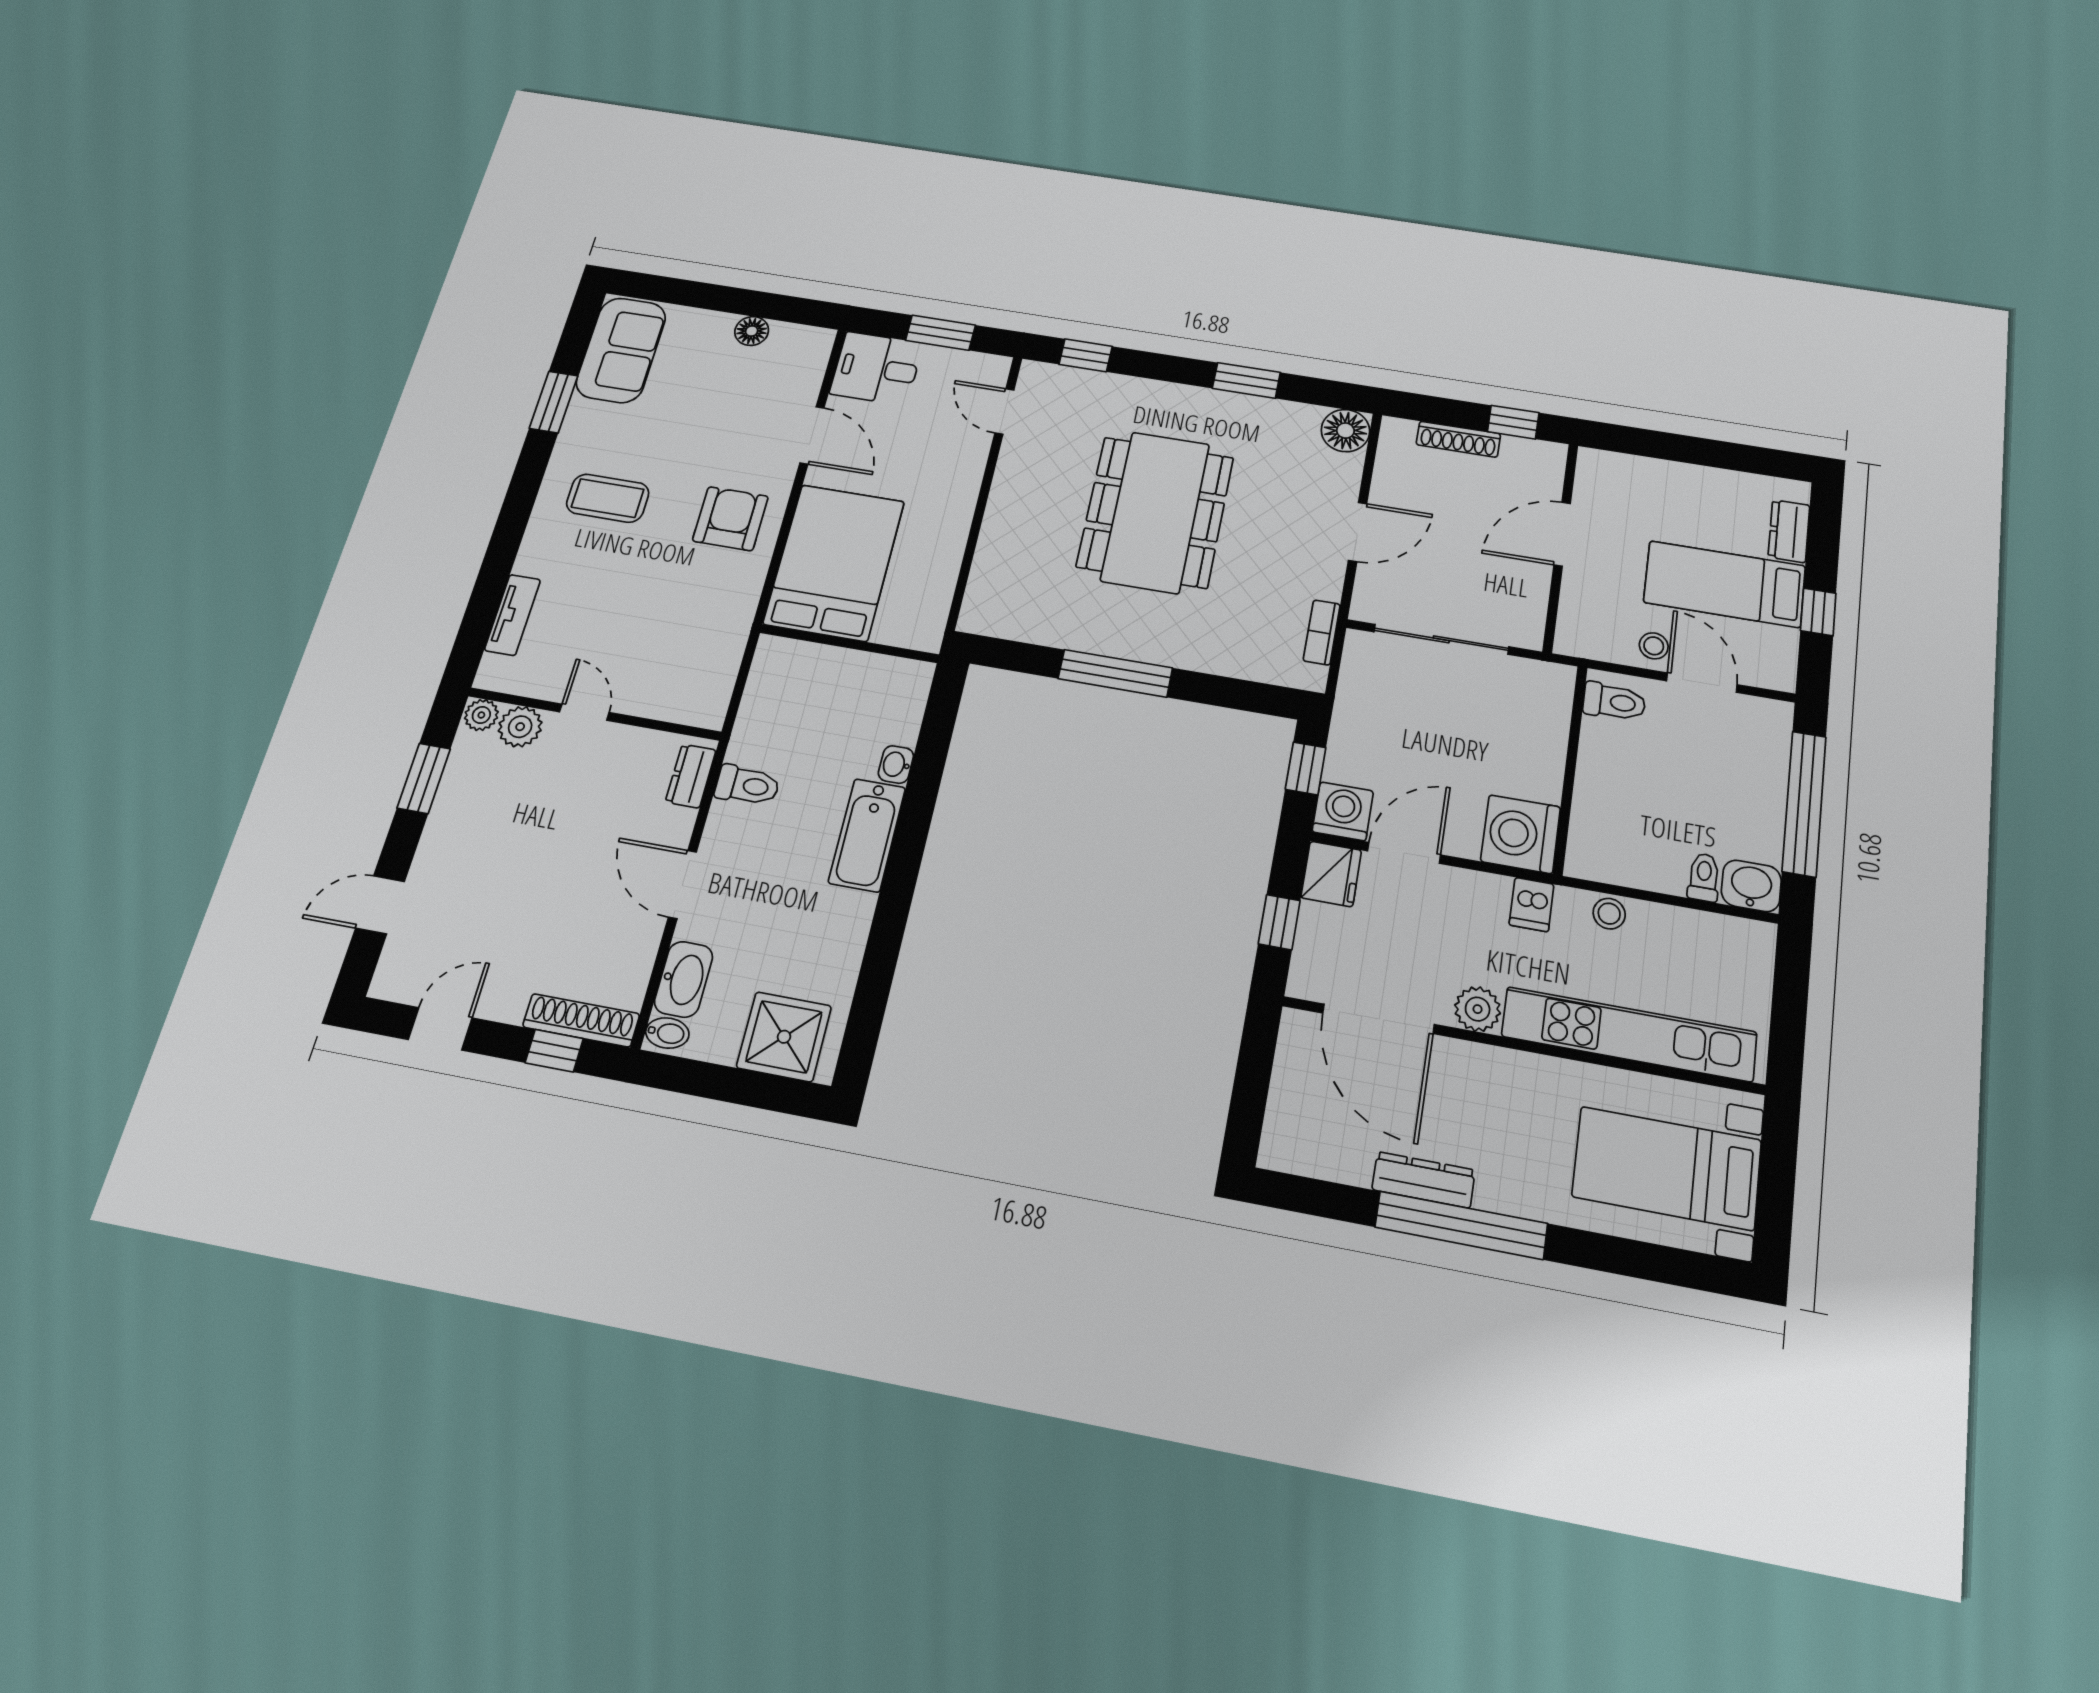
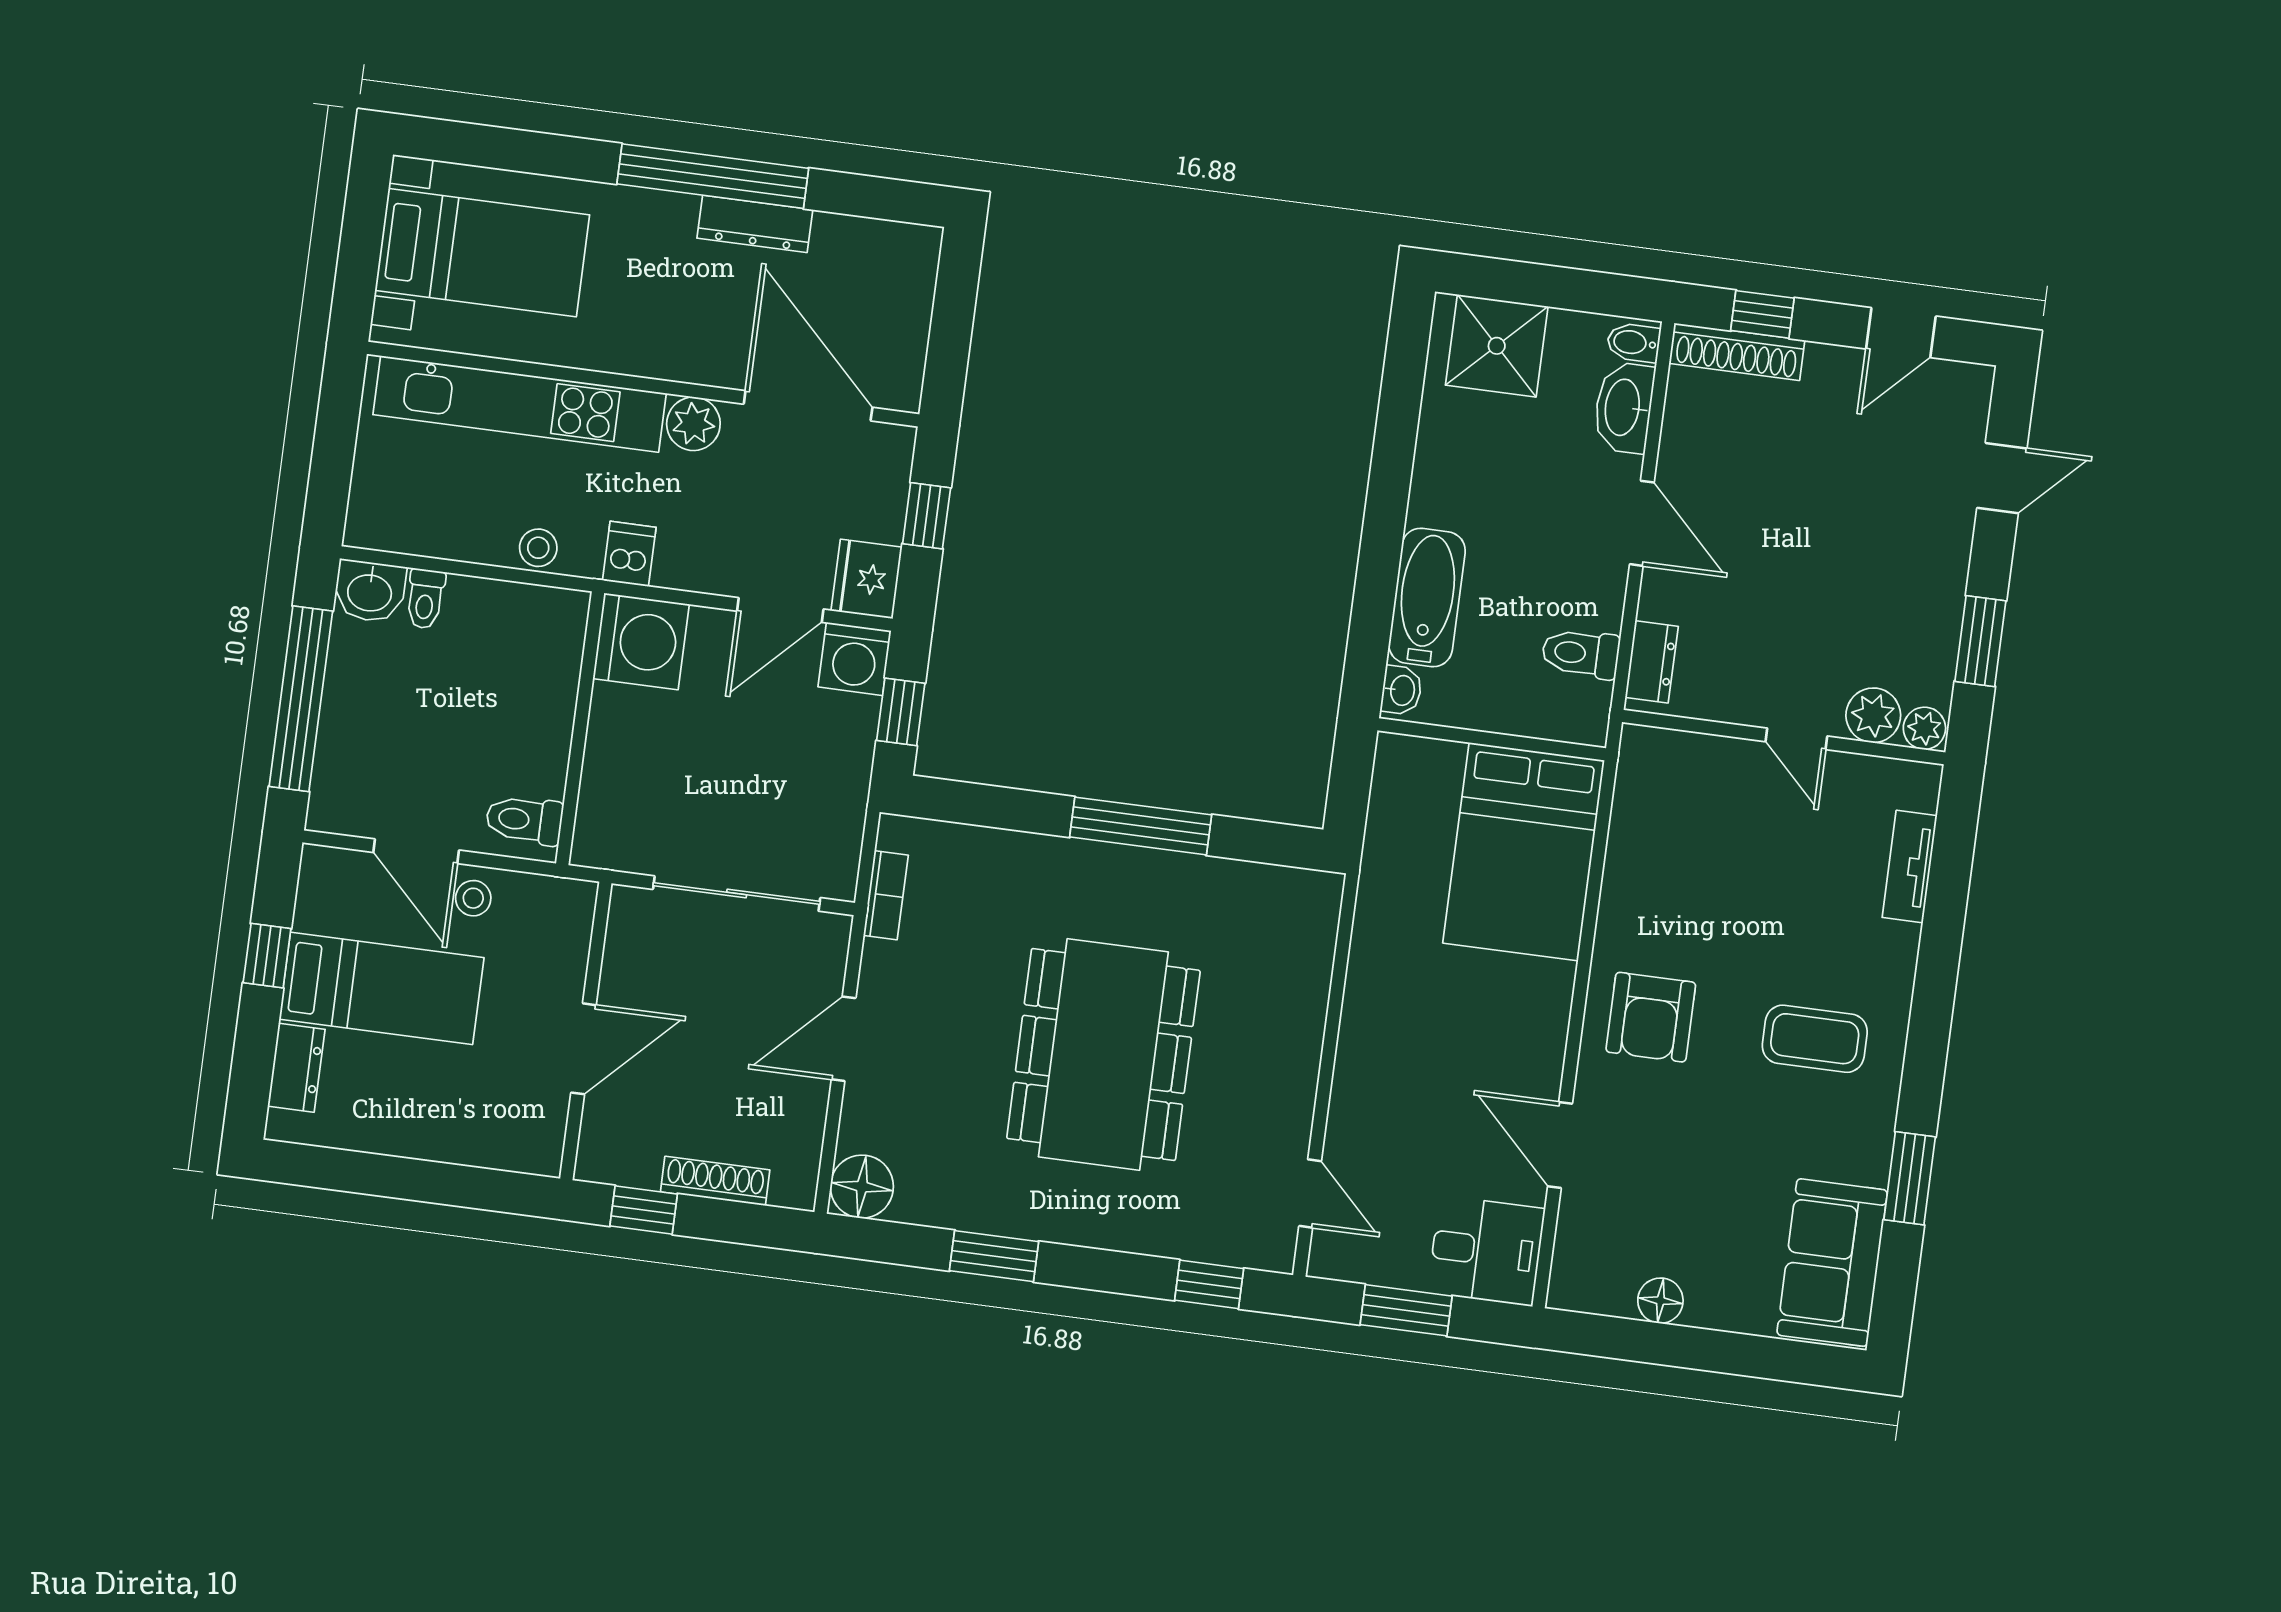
bed: (834, 562) -> (1524, 852), moved
wall: (849, 644) -> (1492, 739), moved

